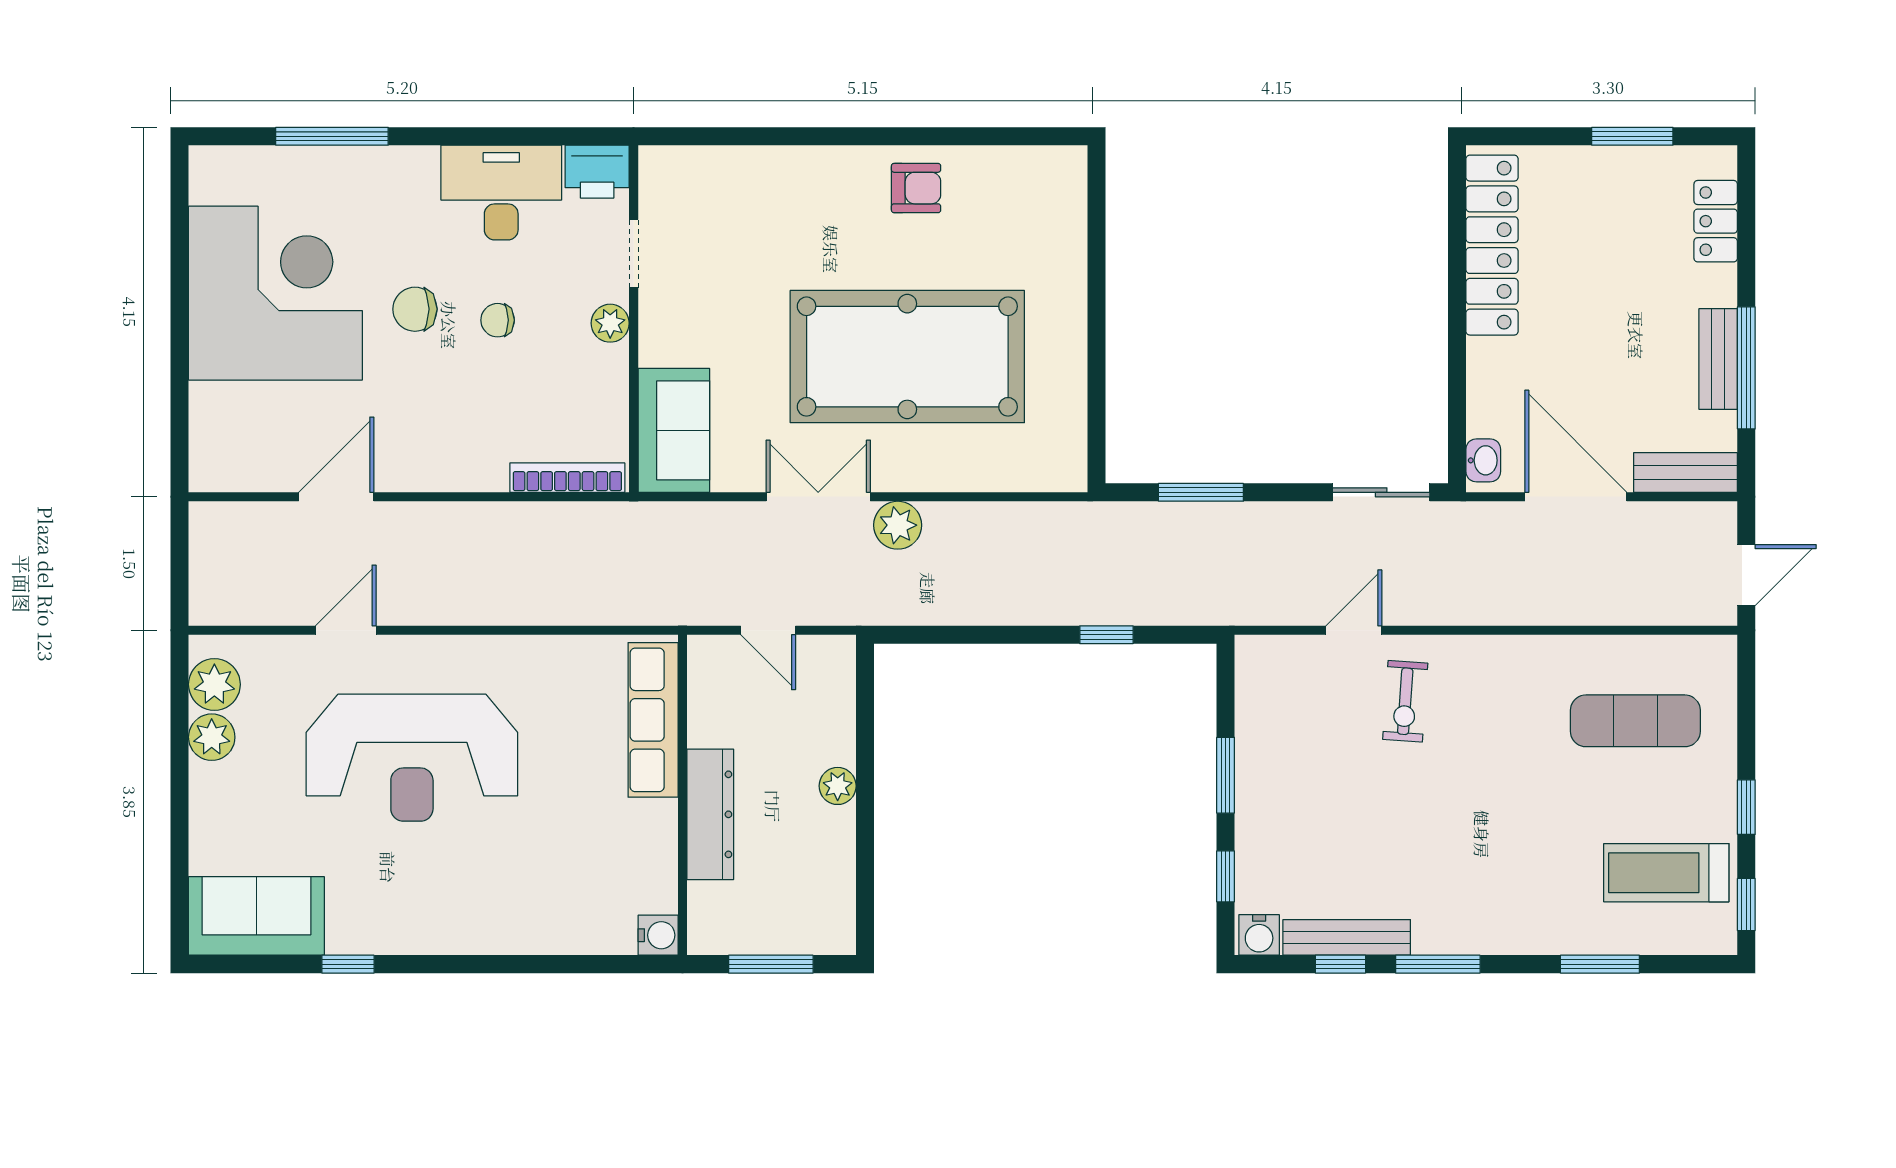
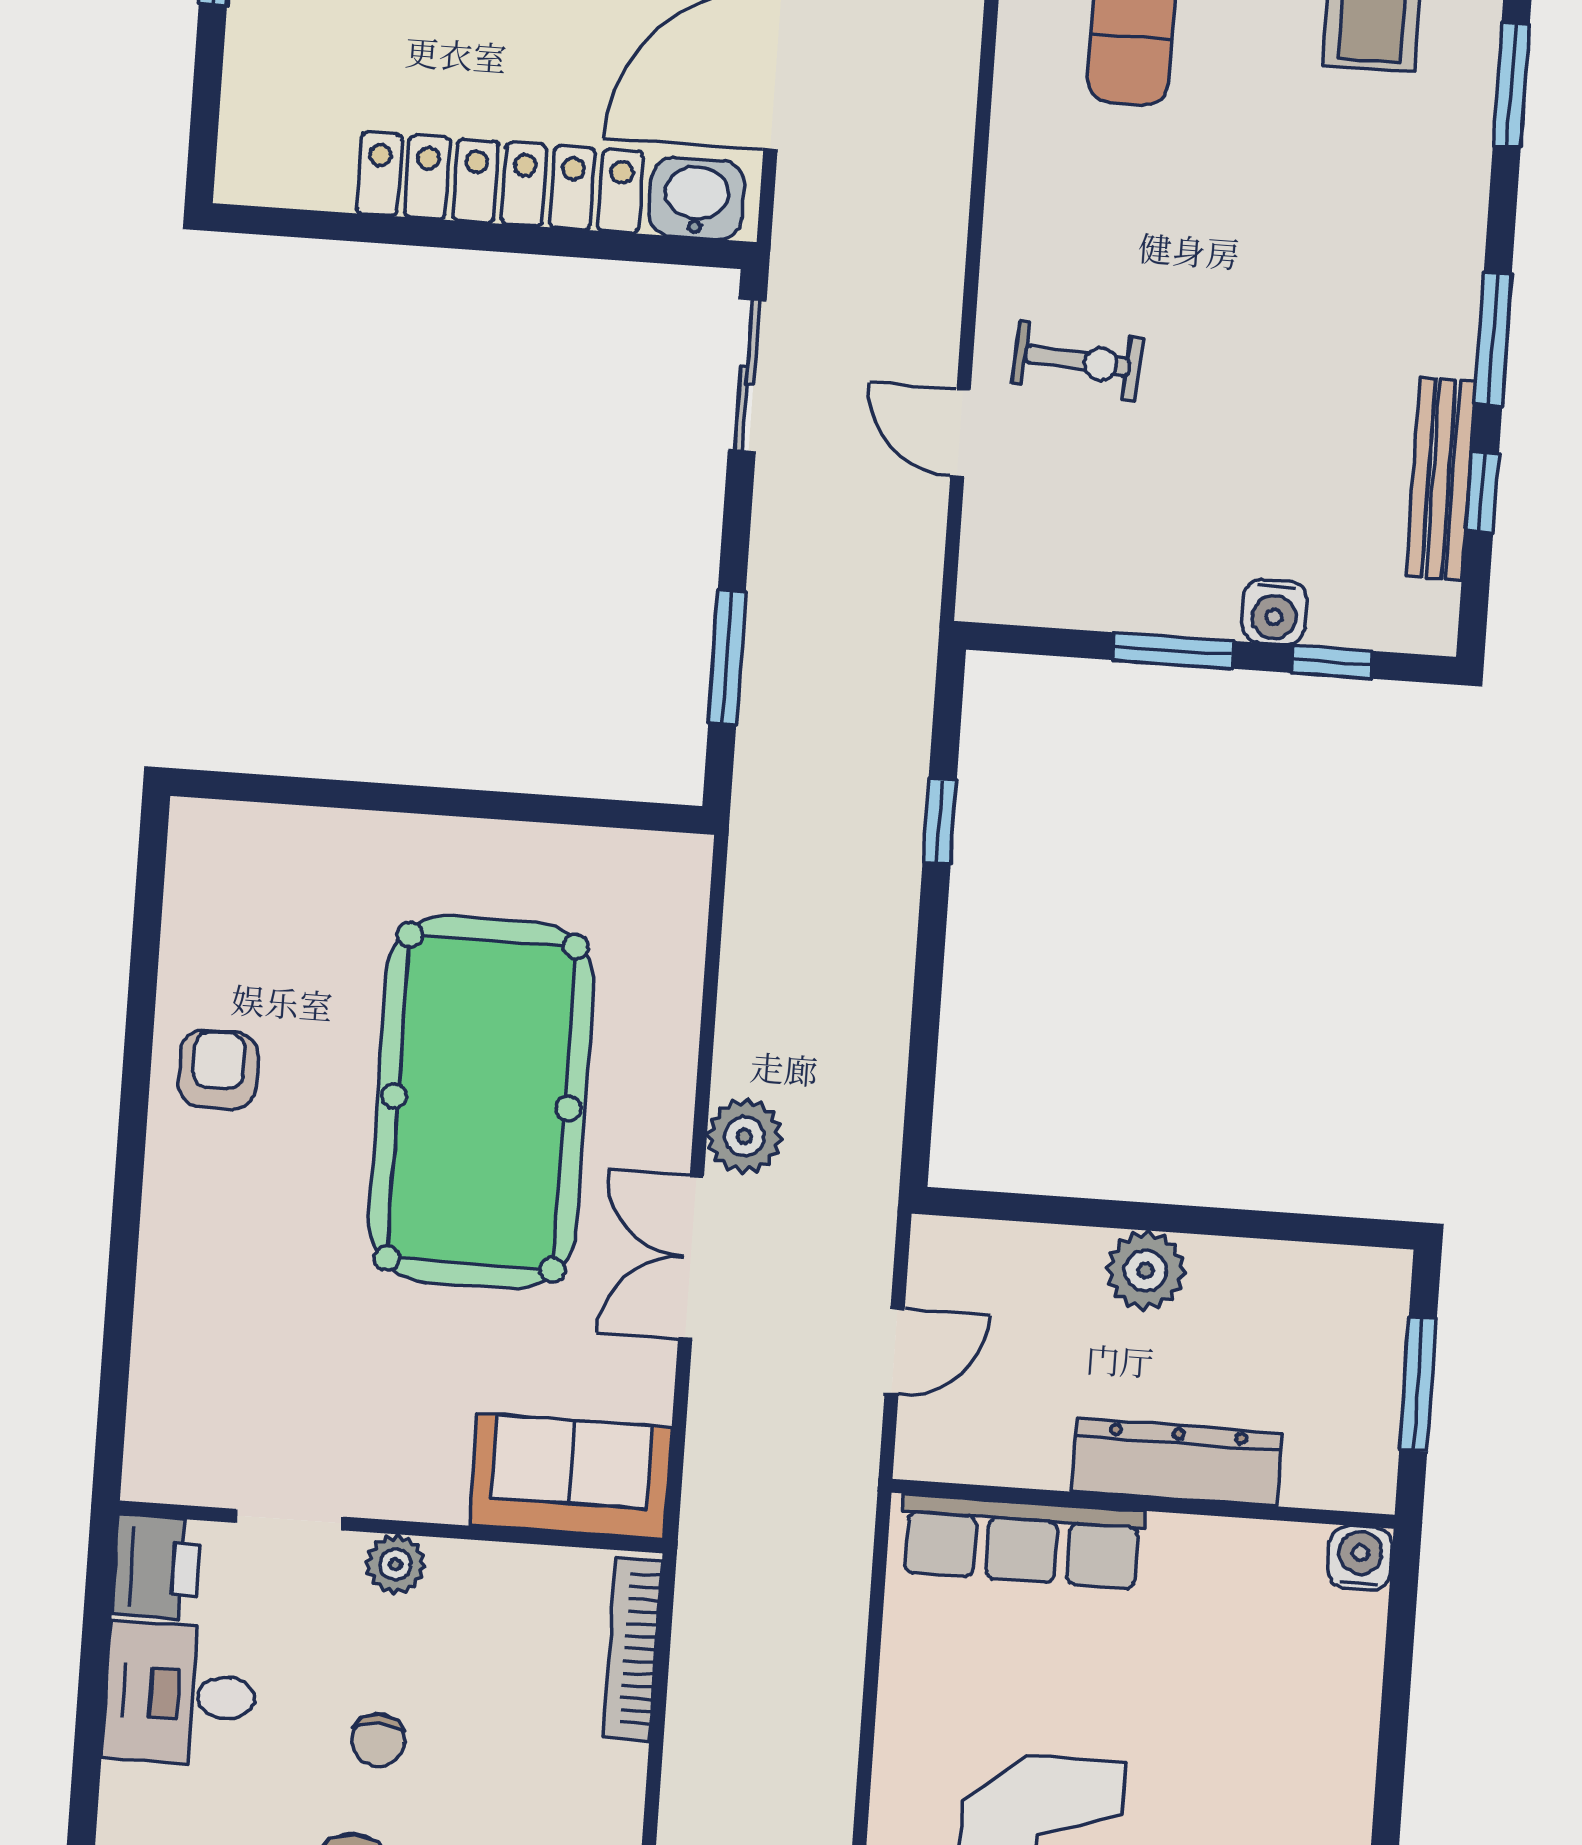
desk: (501, 193) -> (180, 1695), width x0.73
locker: (1492, 245) -> (500, 183), moved
washbasin: (1483, 460) -> (697, 198), width x1.38, depth x1.45
plant: (838, 786) -> (1146, 1271), width x1.38, depth x1.38
water cooler: (1259, 935) -> (1274, 612), moved, turned 90

